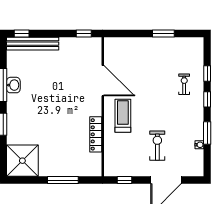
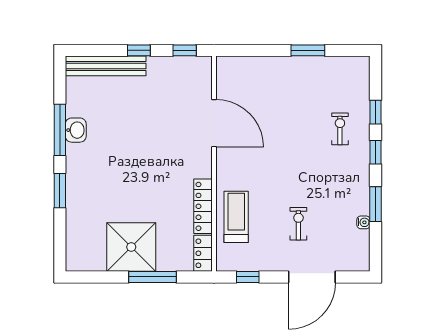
window: (22, 34) -> (139, 50), moved
treadmill: (123, 116) -> (236, 217), moved
exercise bike: (157, 146) -> (298, 224), width x0.73, depth x0.72
shower: (22, 161) -> (131, 247), moved
locker: (96, 165) -> (203, 253), added

